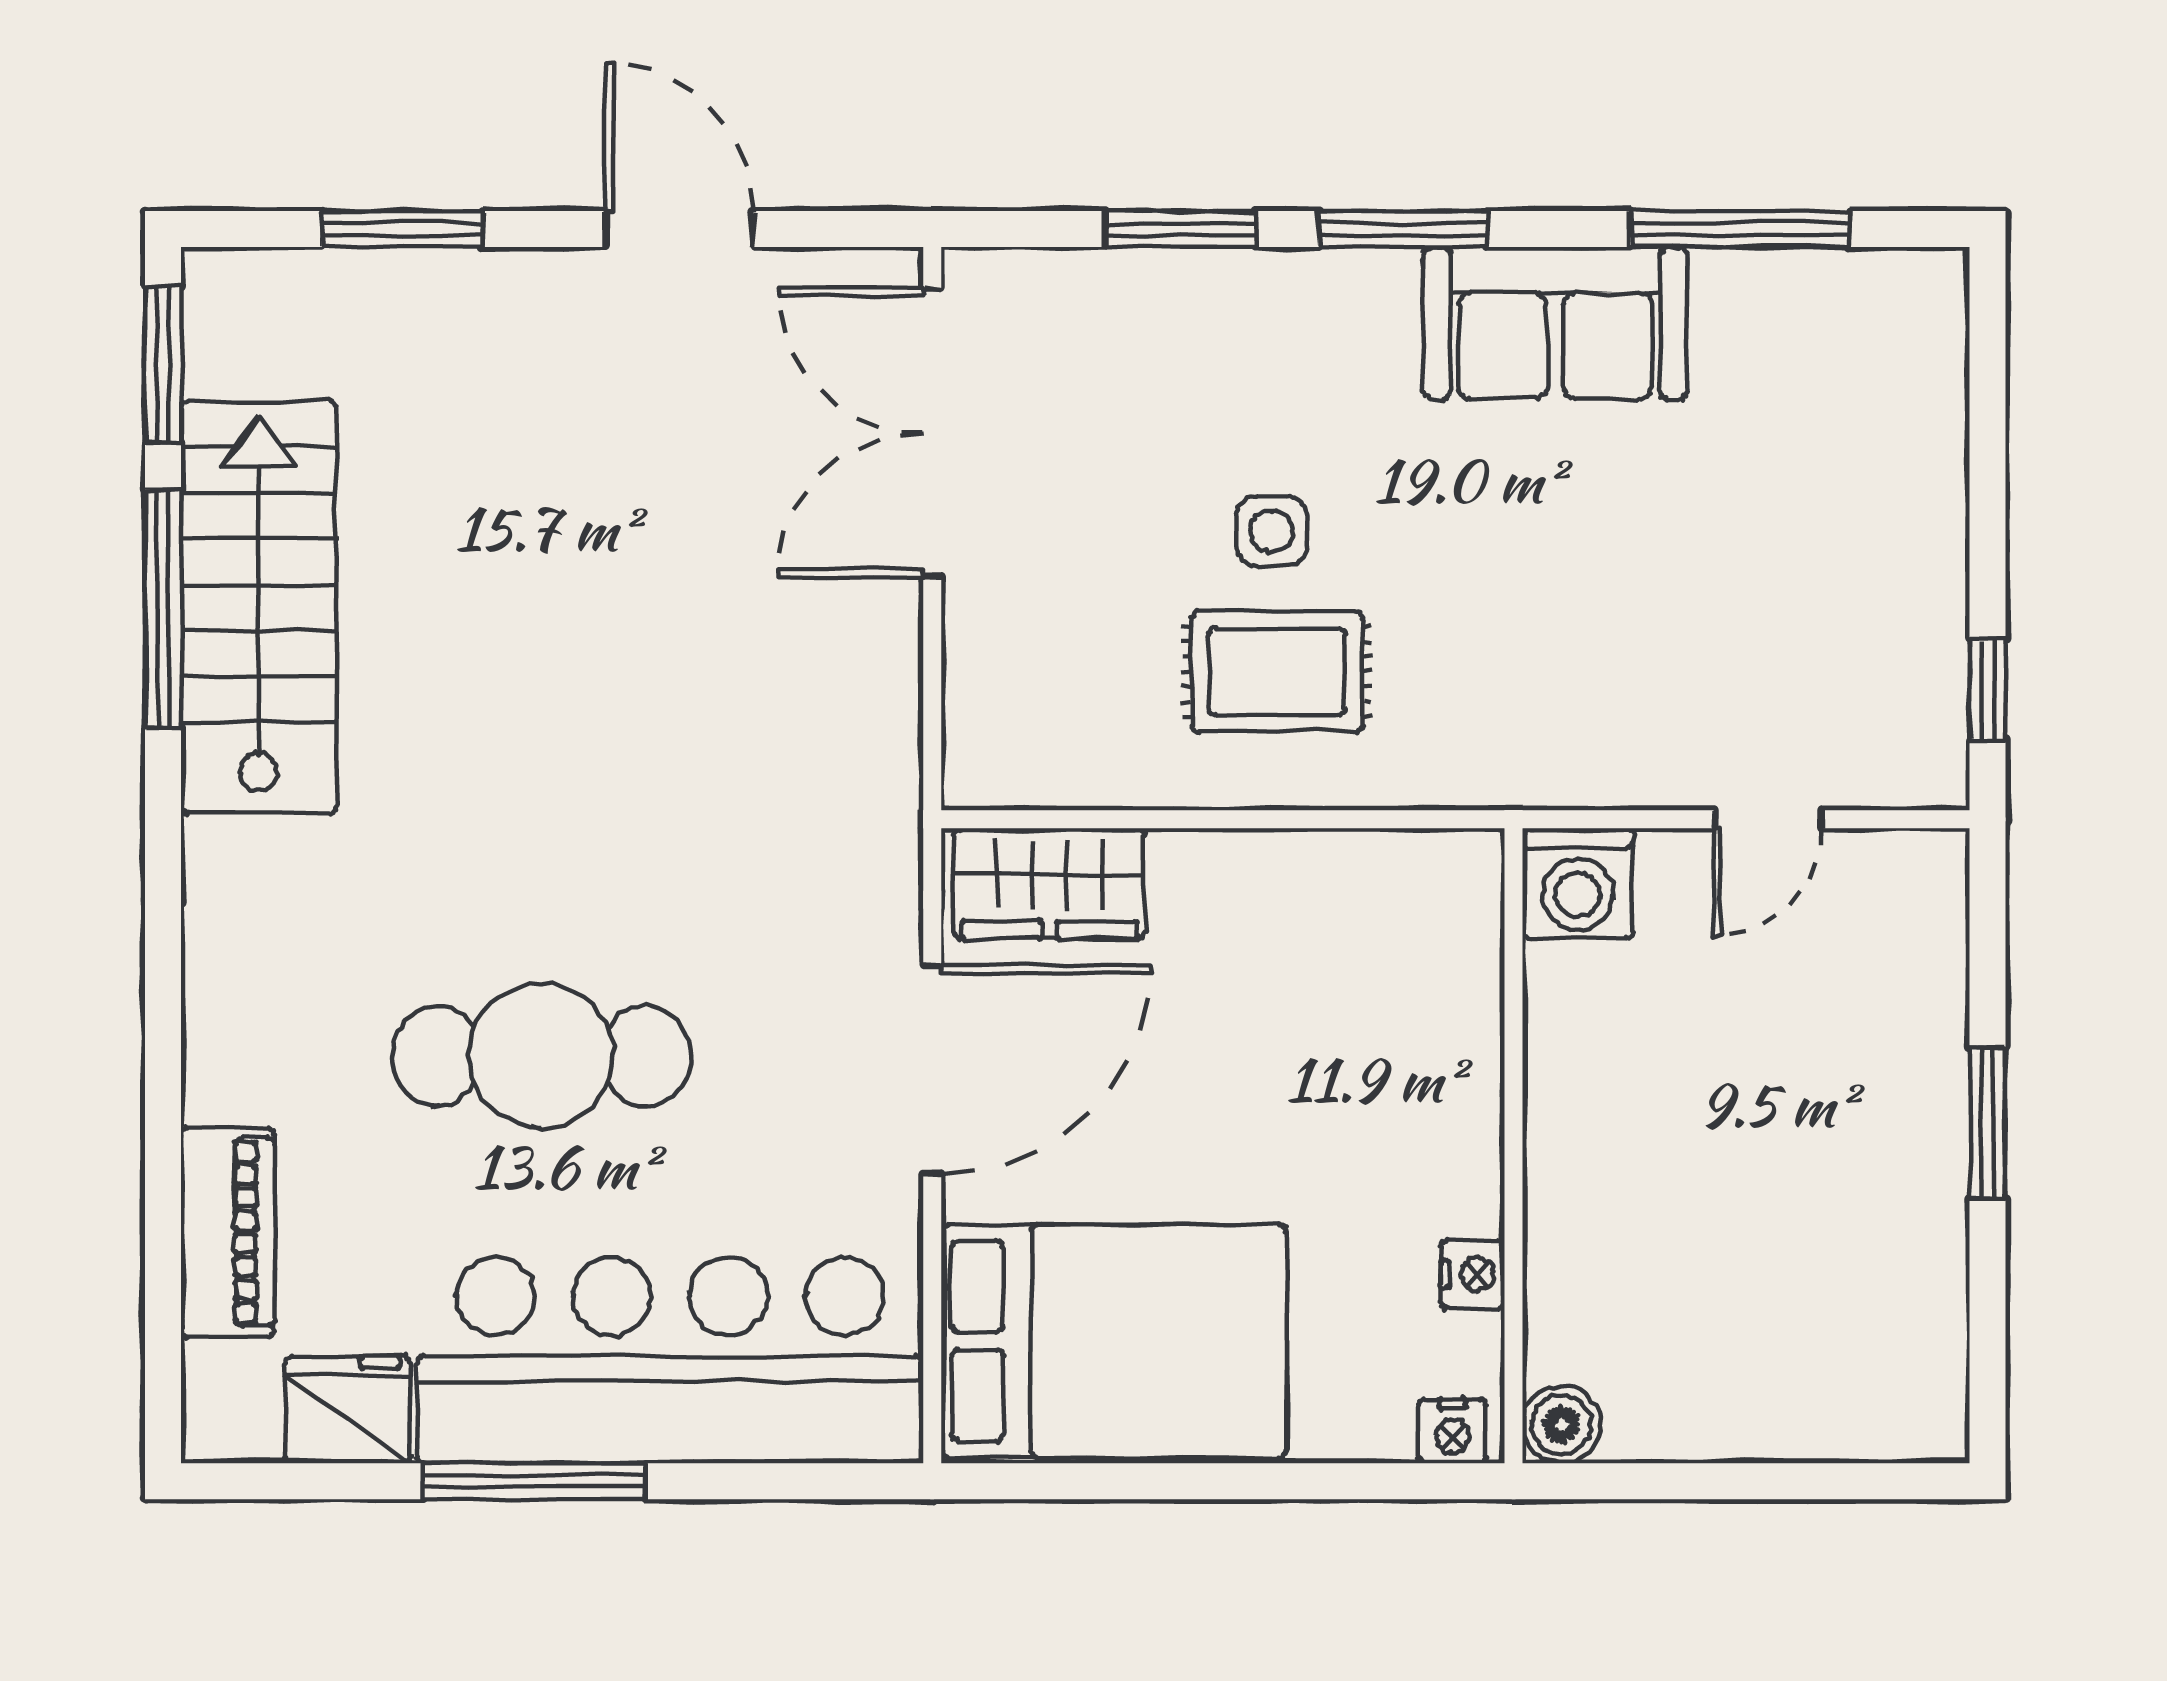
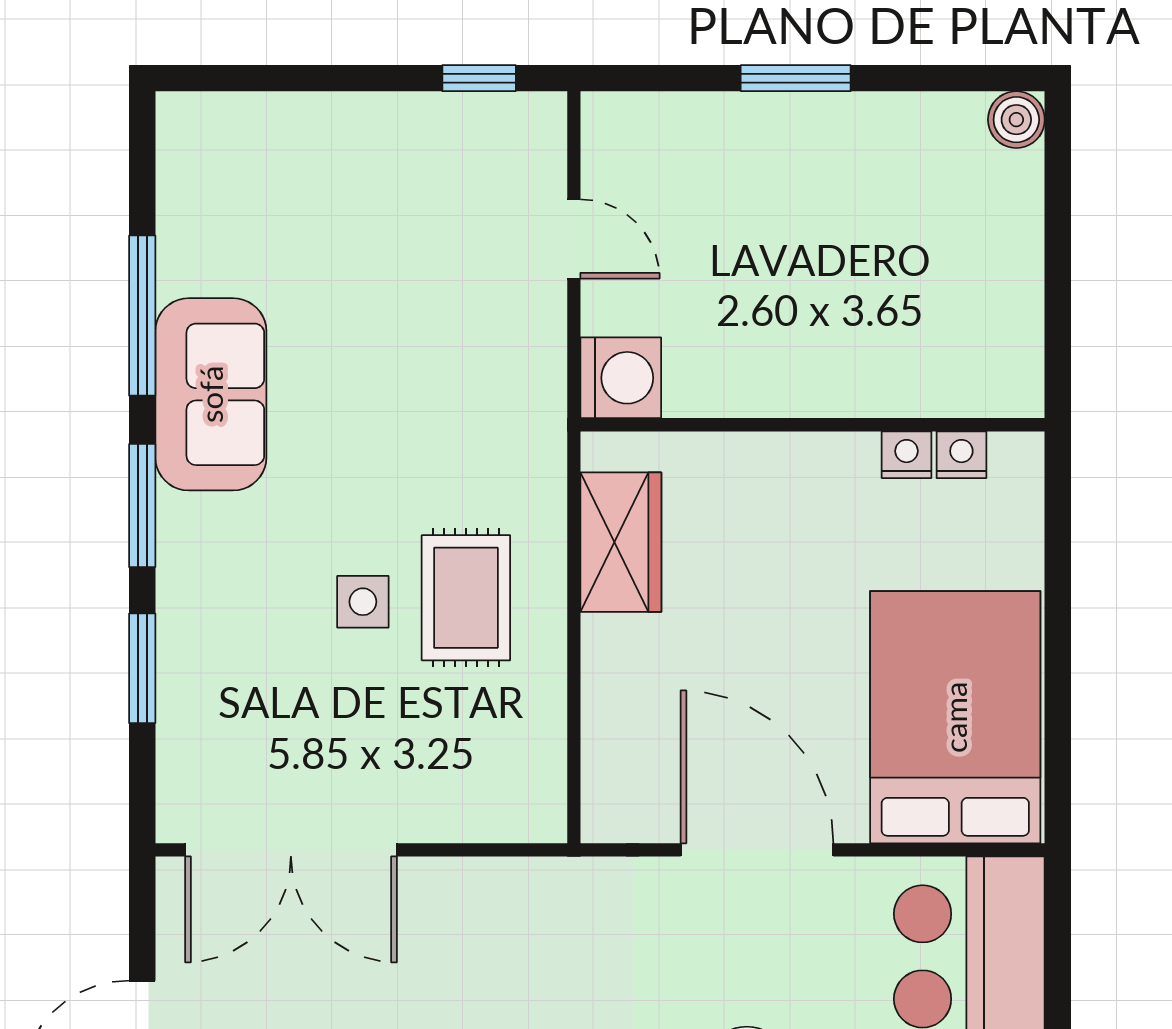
window: (1740, 229) -> (142, 316), moved
wardrobe: (1049, 884) -> (621, 542), moved
boiler: (1561, 1424) -> (1016, 120), moved
nightstand: (1452, 1431) -> (961, 455), moved, turned -90

